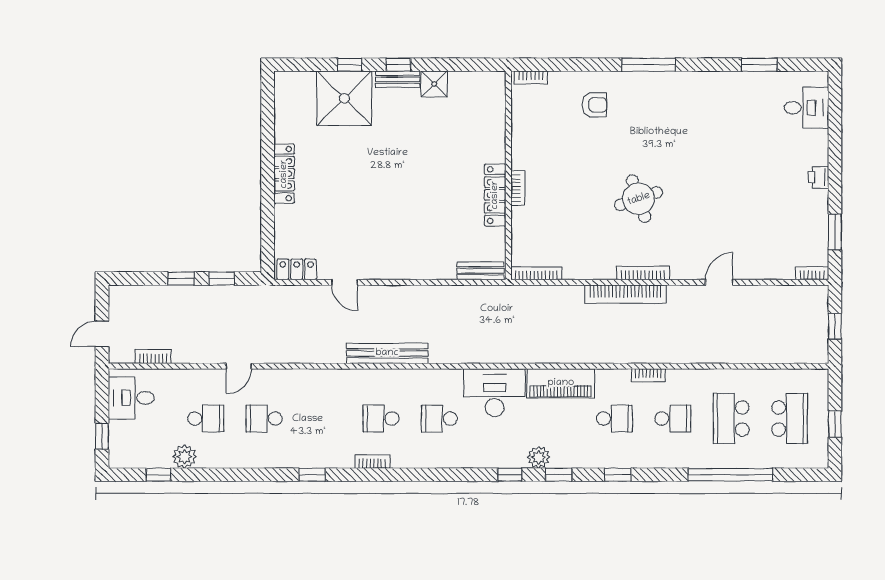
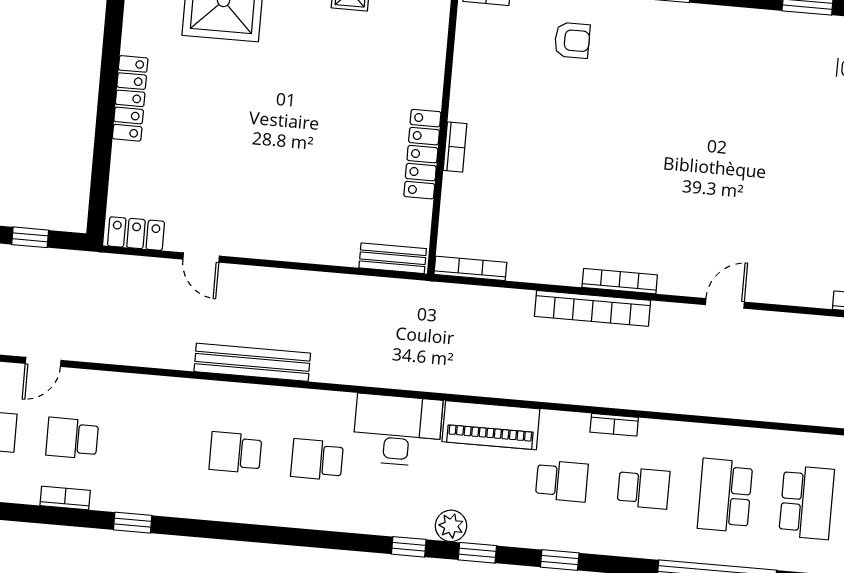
round table: (639, 199) -> (622, 177), removed
bookcase: (372, 461) -> (65, 498), moved

